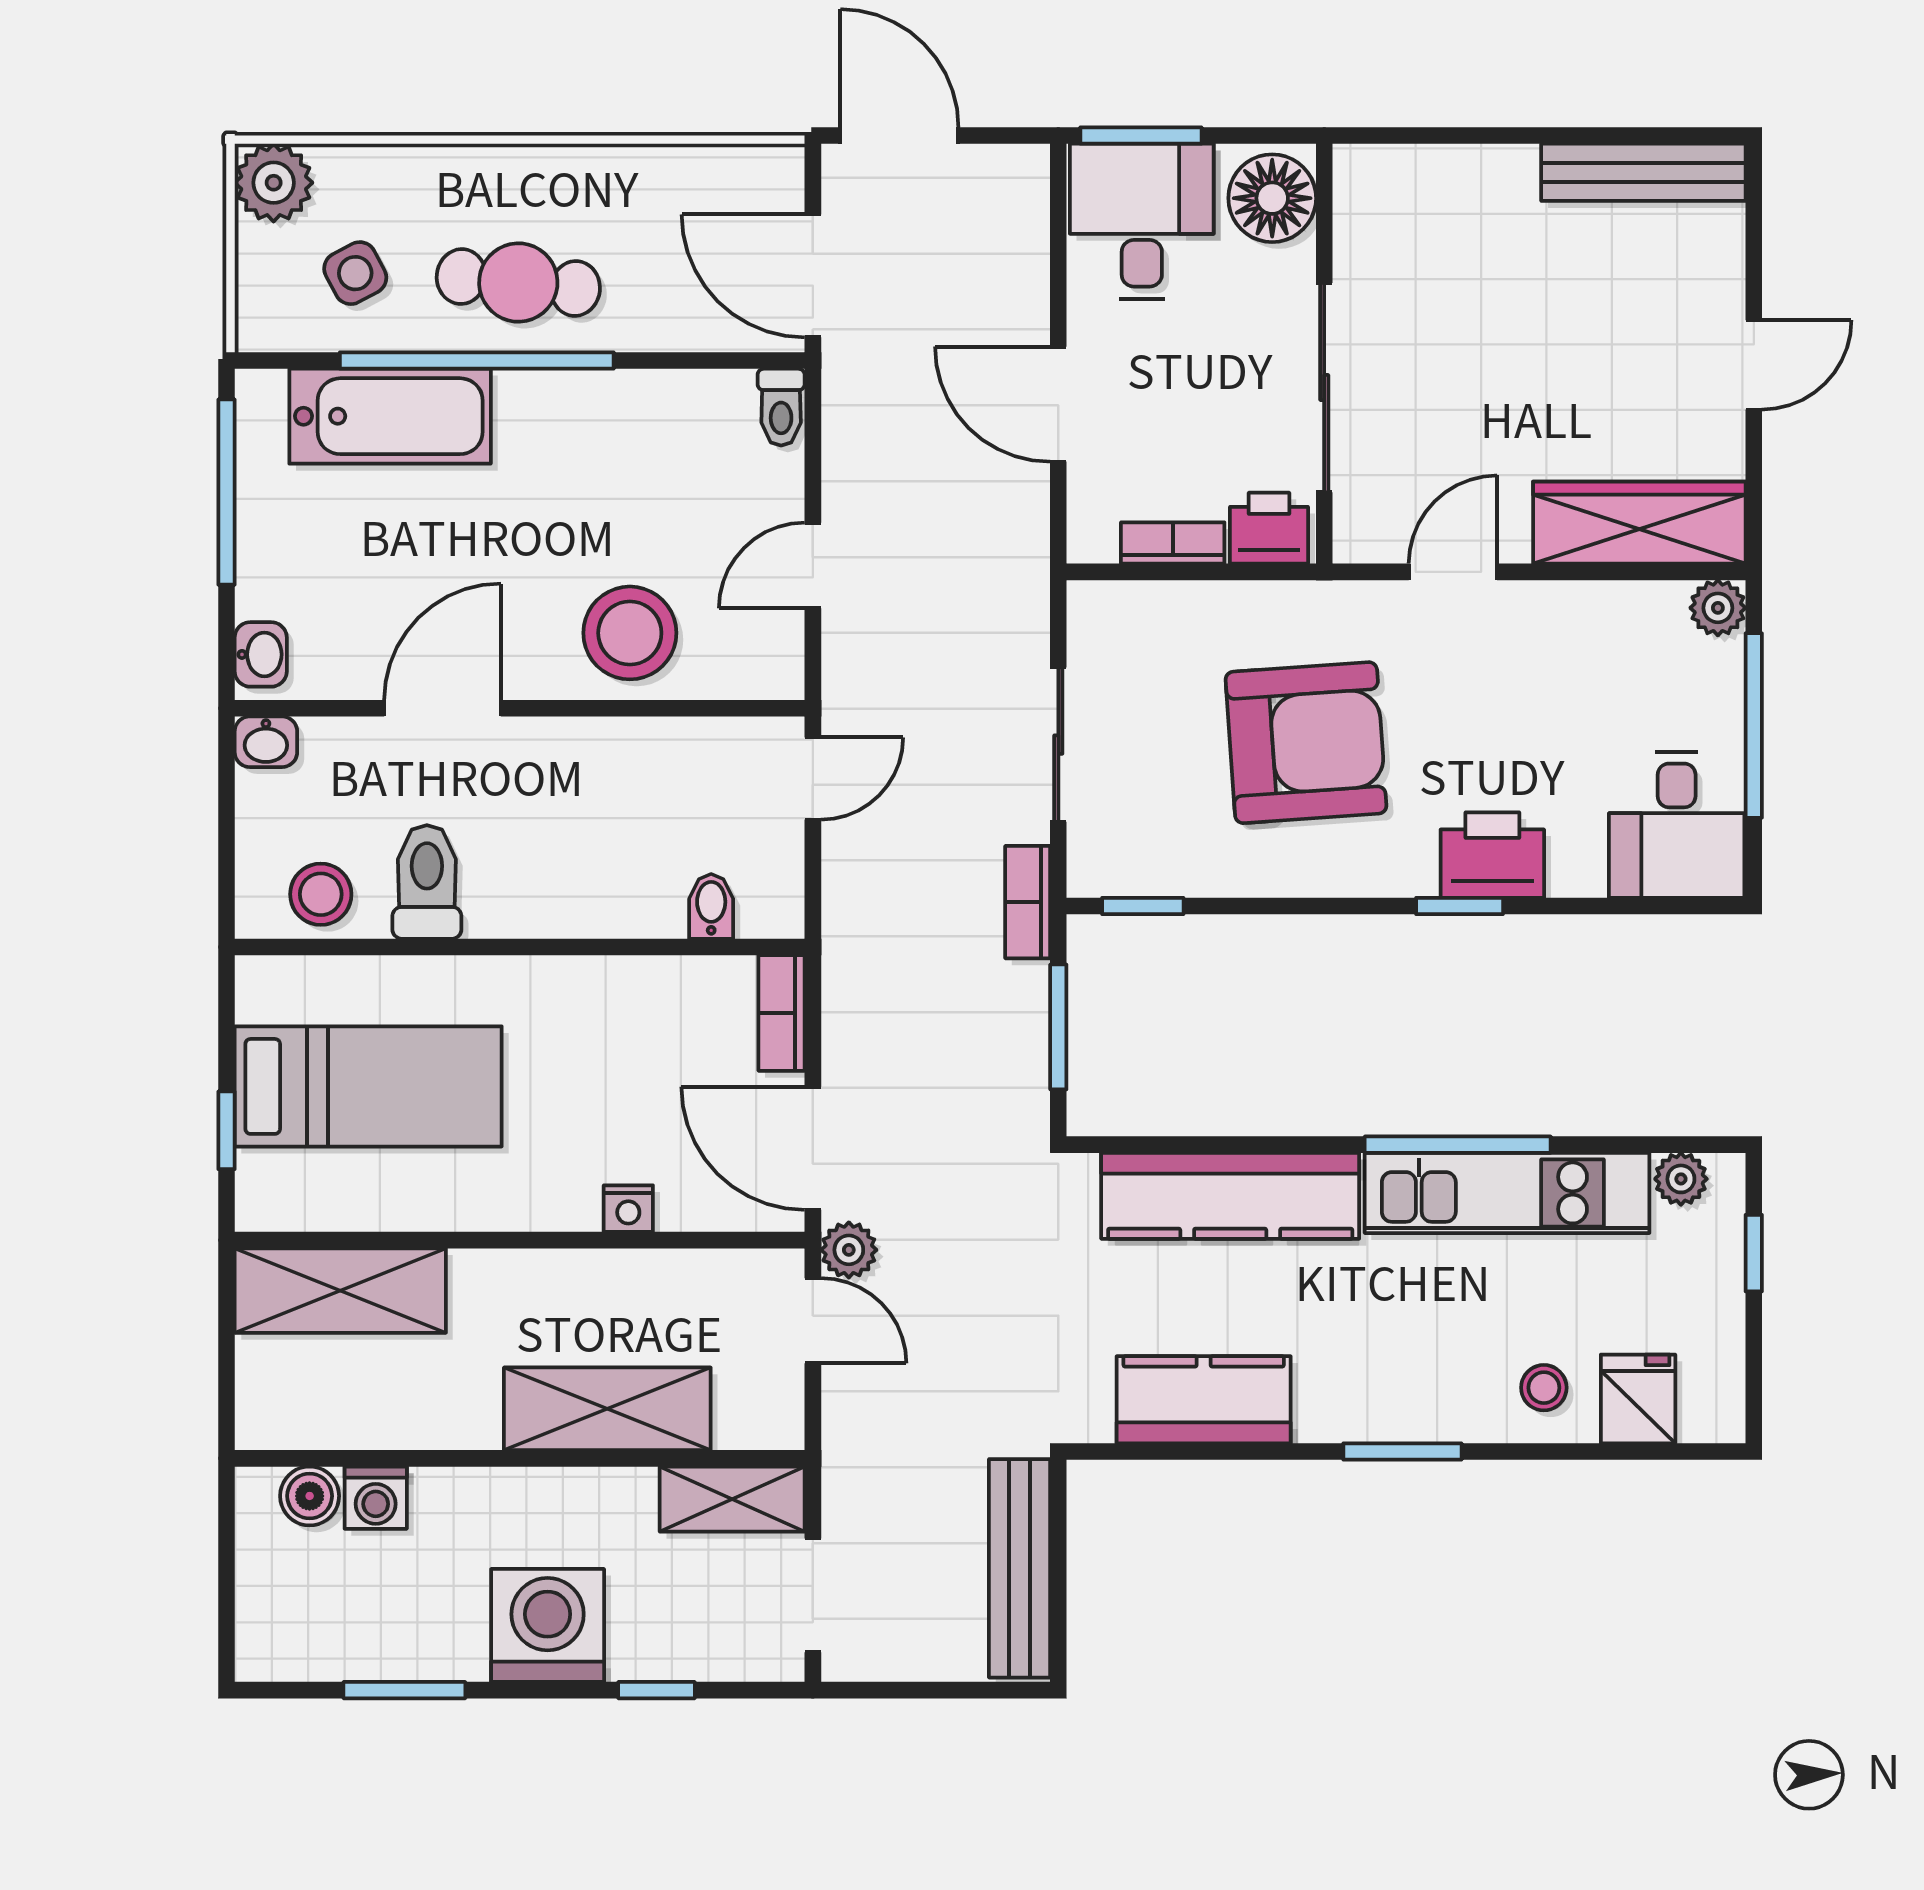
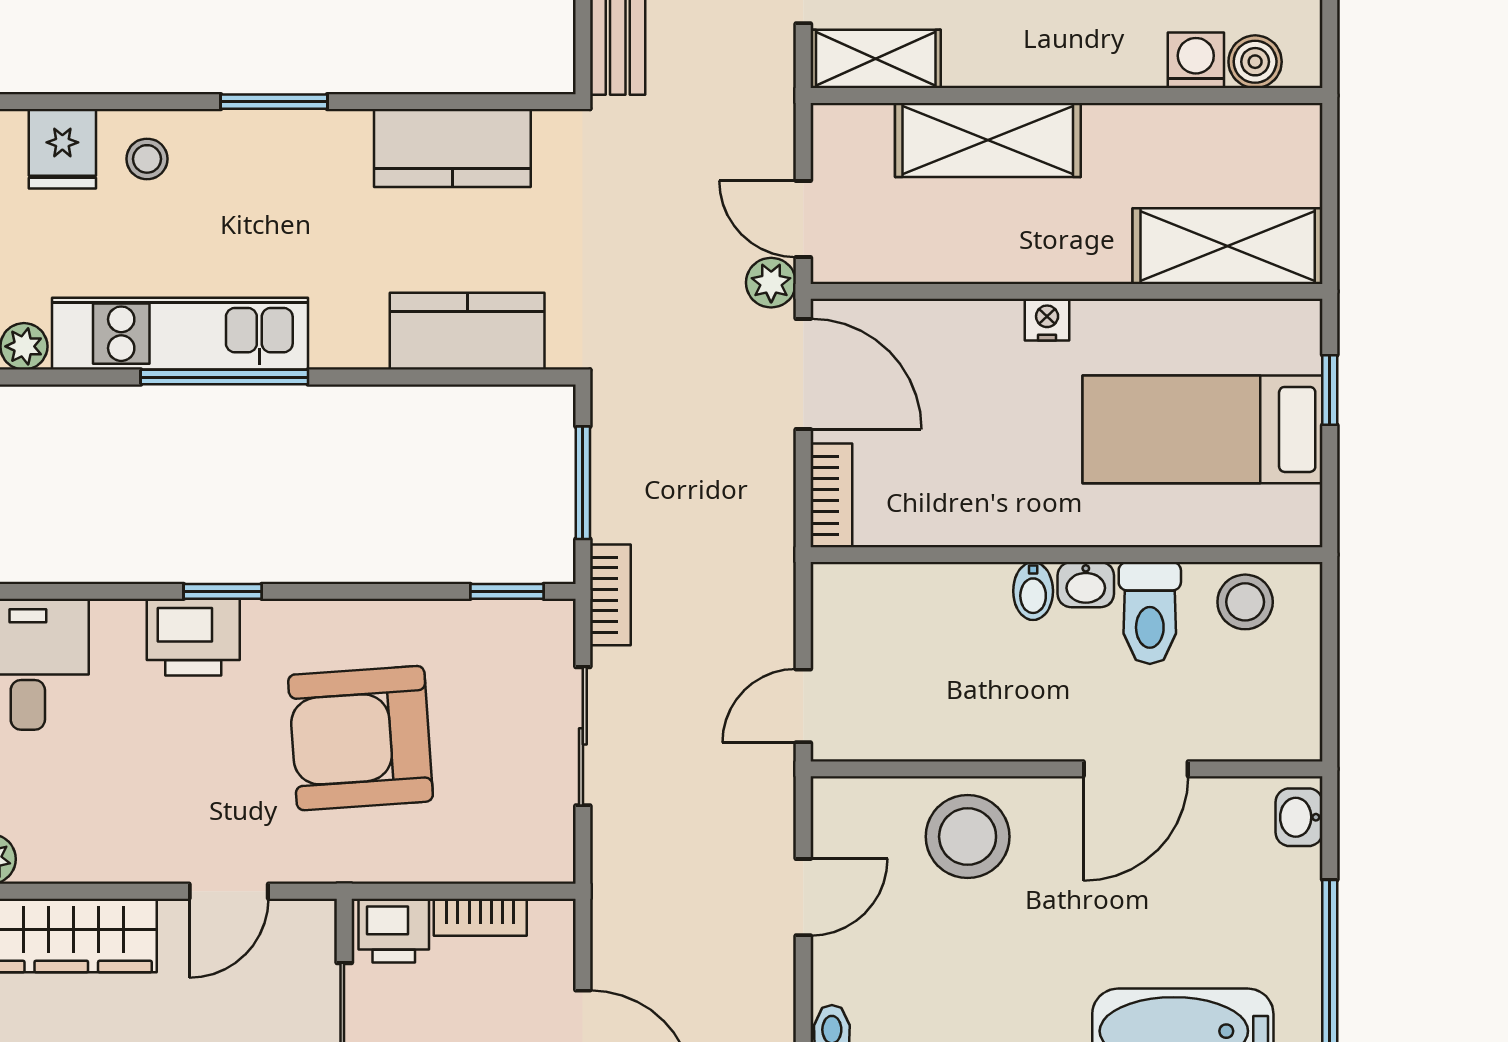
washbasin: (266, 742) -> (1086, 585), moved, turned 180
bidet: (711, 906) -> (1033, 591), moved
kitchen counter: (1230, 1196) -> (467, 331), width x0.67
nightstand: (628, 1209) -> (1047, 320), moved

